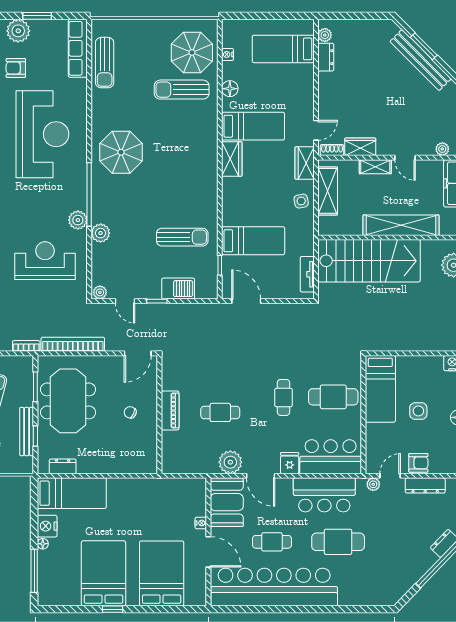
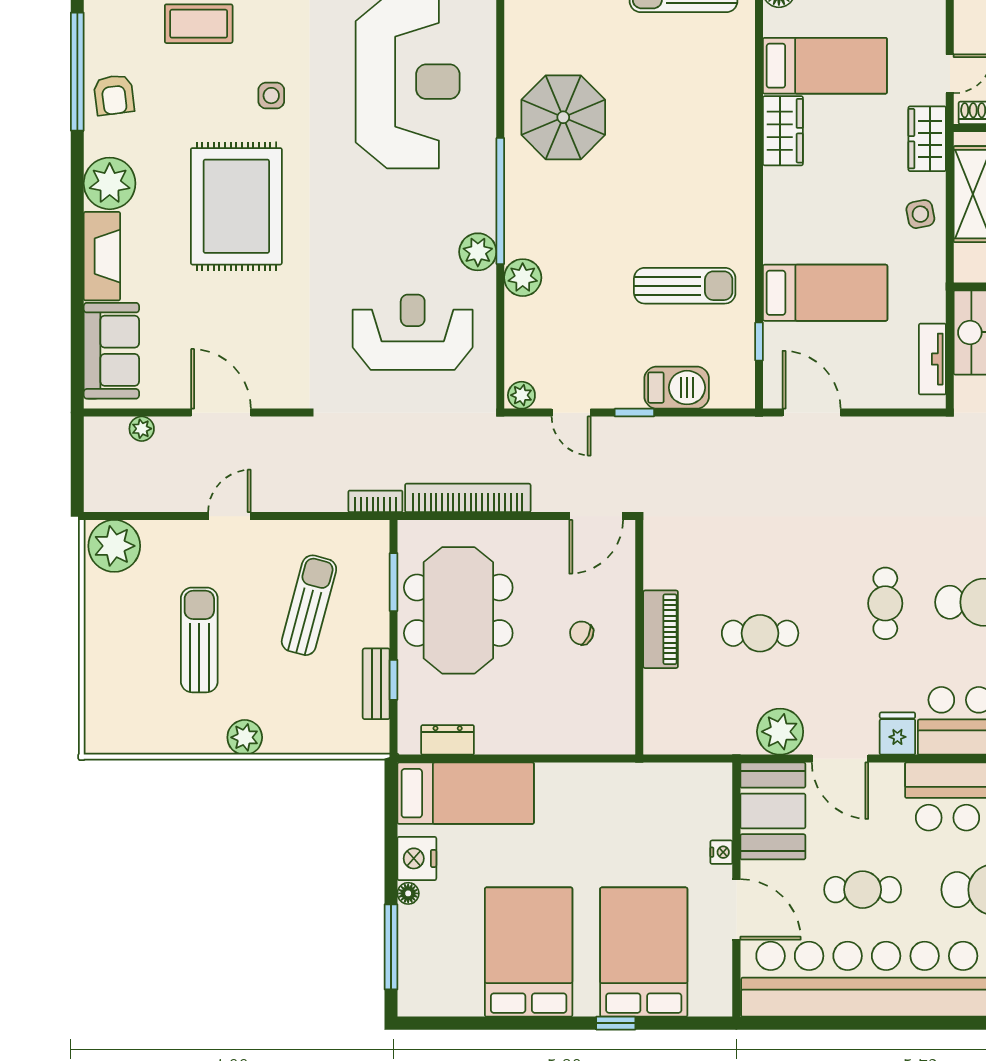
bench: (27, 432) -> (376, 684), width x0.73
window: (113, 609) -> (616, 1023), moved

